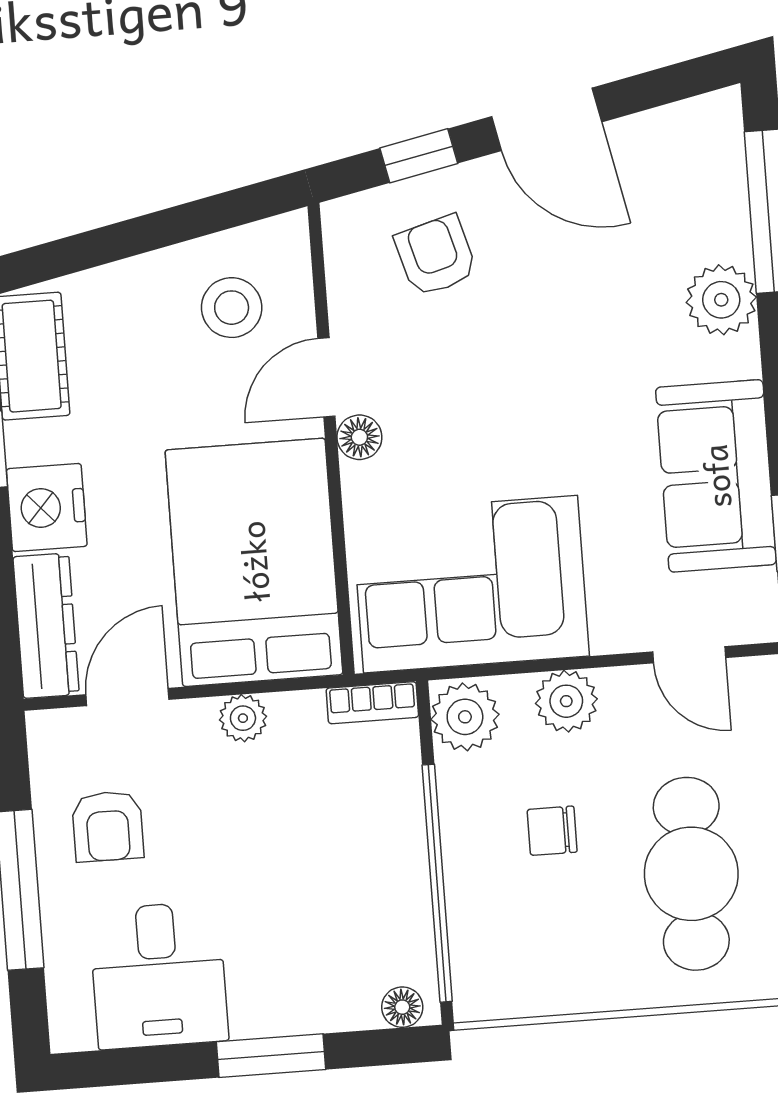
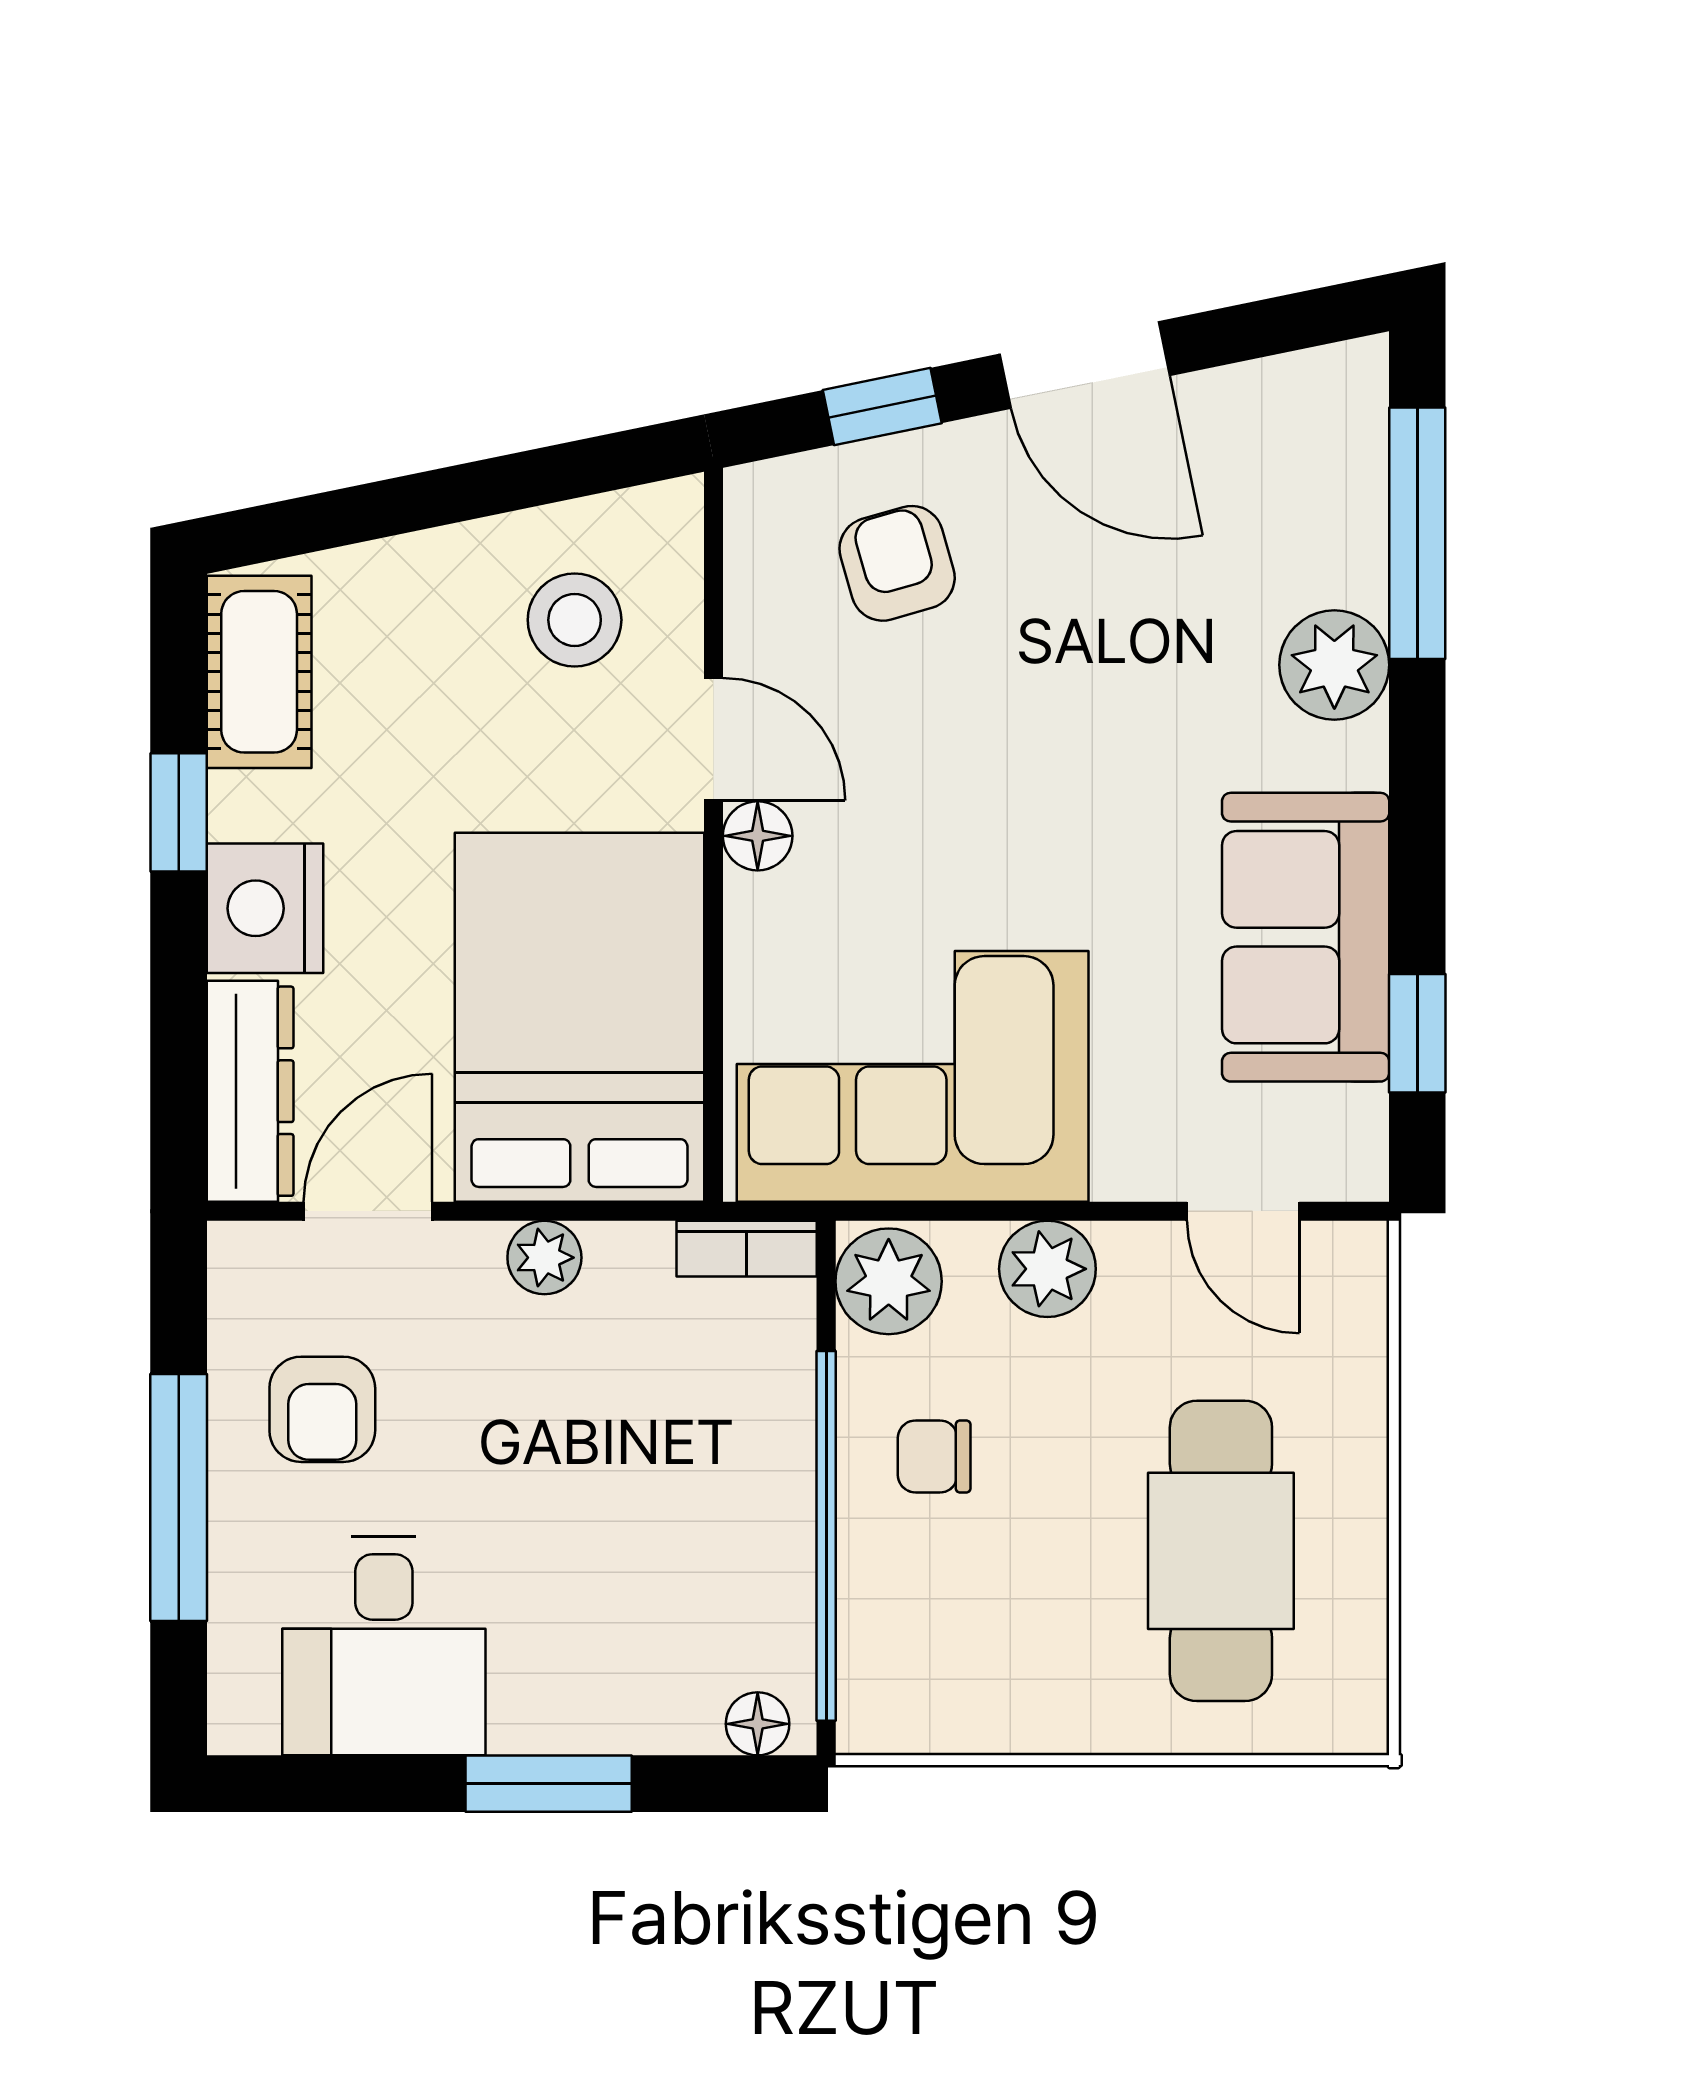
door: (326, 377) -> (714, 739), swing flipped
chair: (552, 831) -> (934, 1456), moved

